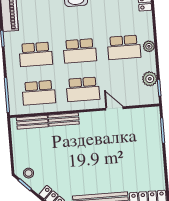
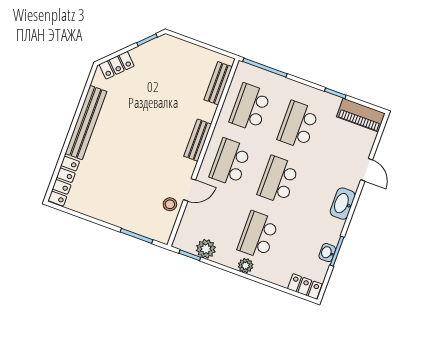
bench: (64, 120) -> (198, 140), moved
stool: (29, 173) -> (170, 204), moved

